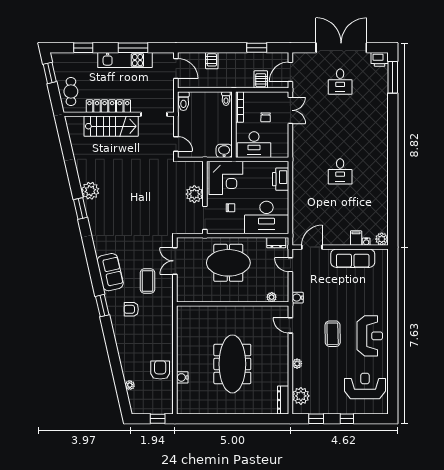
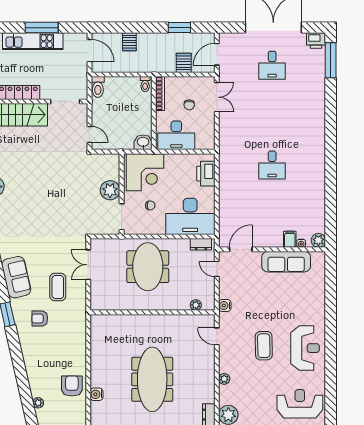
meeting table: (228, 263) -> (148, 267), turned 90

